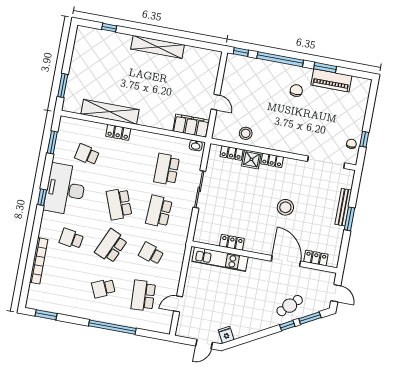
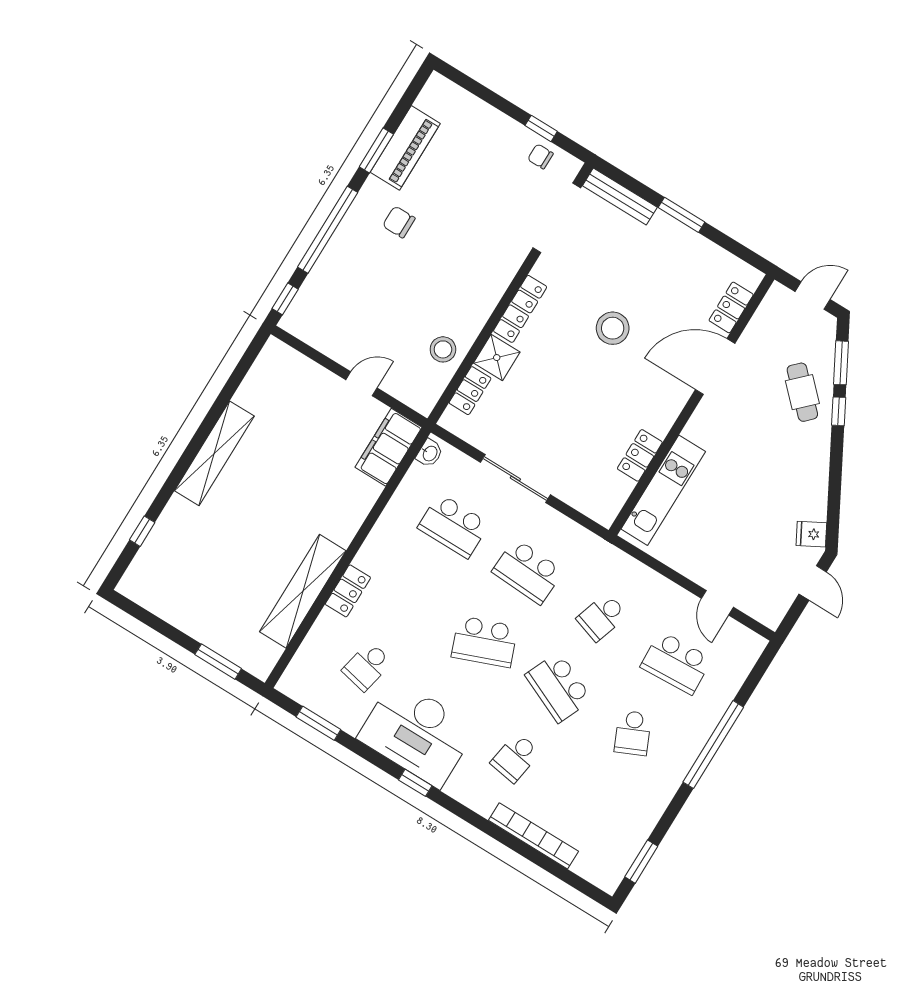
locker: (272, 160) -> (520, 309), width x1.53
bench: (343, 207) -> (620, 197), moved

